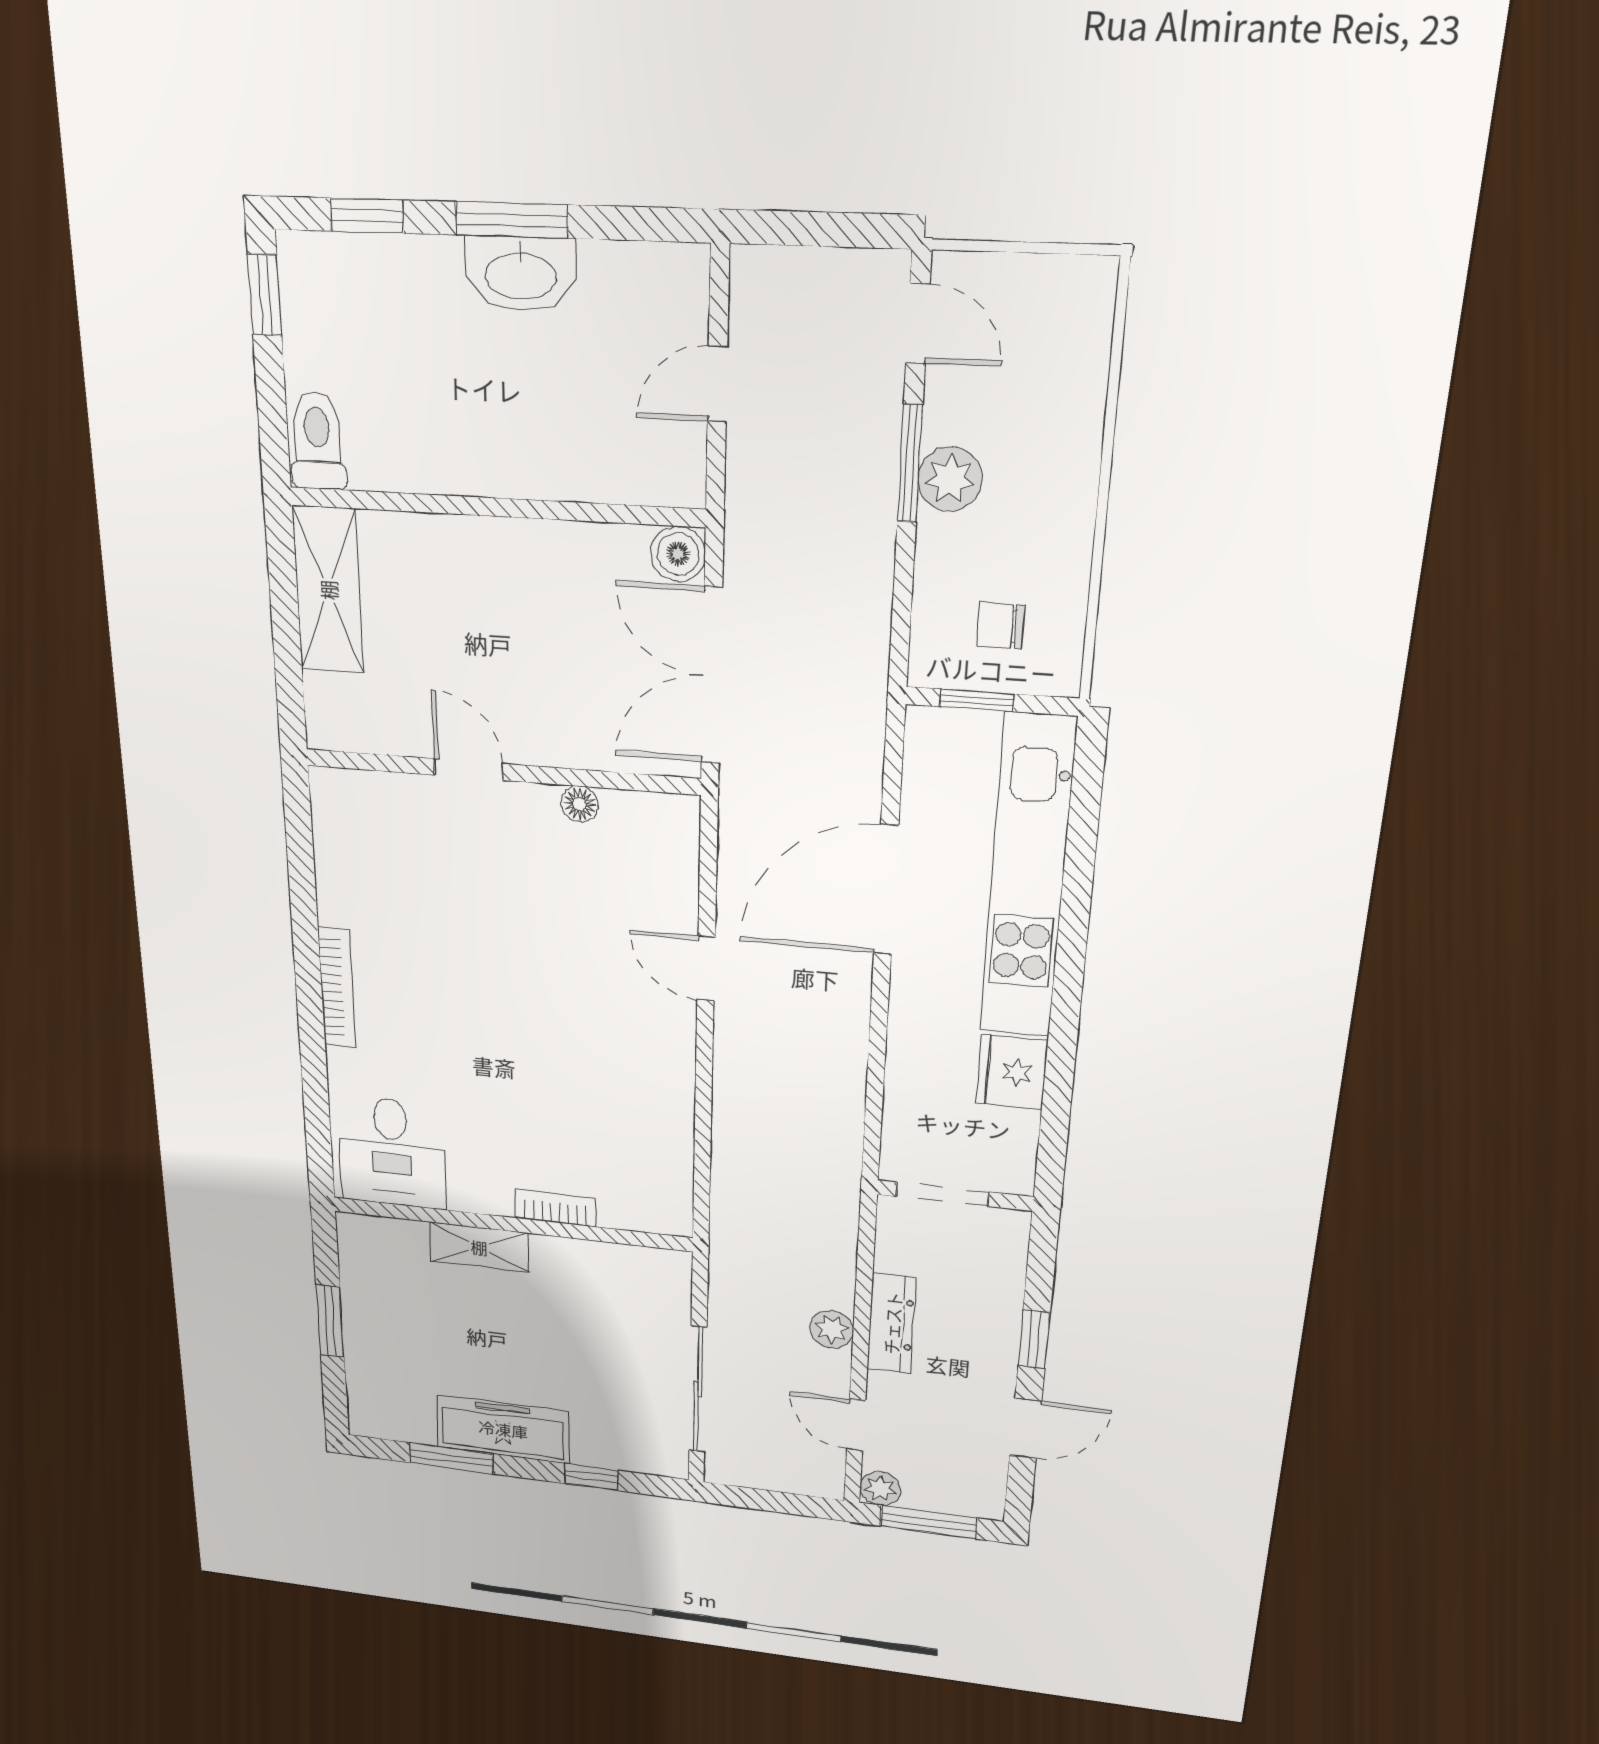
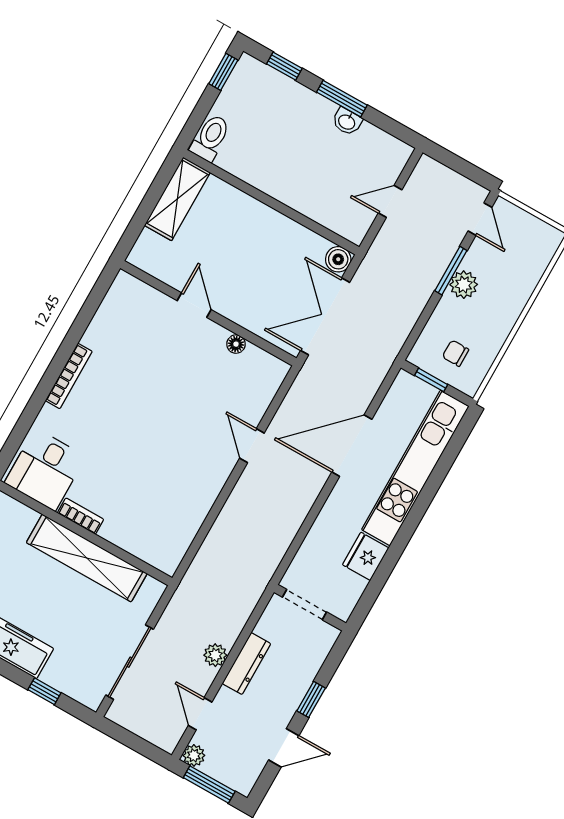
washbasin: (521, 274) -> (347, 122), width x0.52, depth x0.69
bookcase: (555, 1208) -> (81, 516), moved
shelving: (479, 1247) -> (87, 558), width x2.20, depth x1.33

